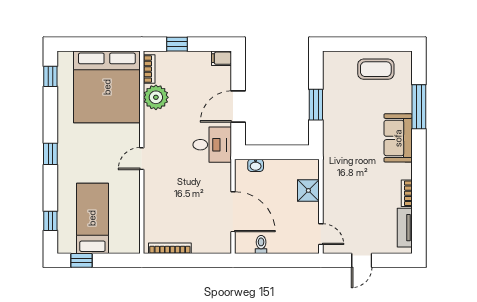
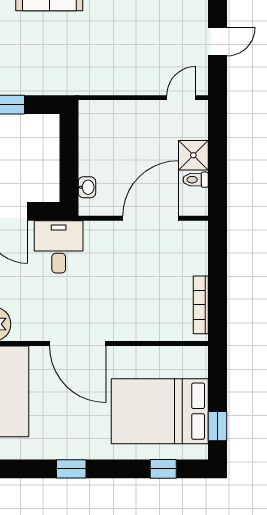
door: (142, 159) -> (78, 344), width x1.88
shower: (308, 190) -> (193, 155), moved
bed: (92, 218) -> (160, 411), width x1.50
door: (362, 260) -> (217, 42), hinge flipped

